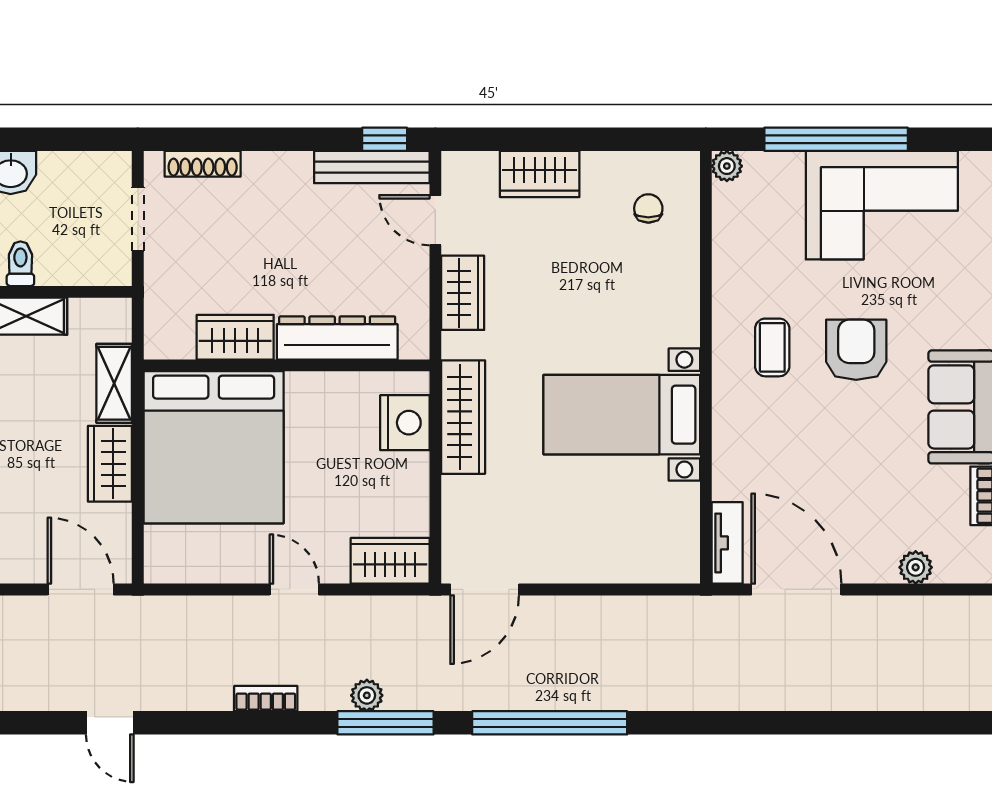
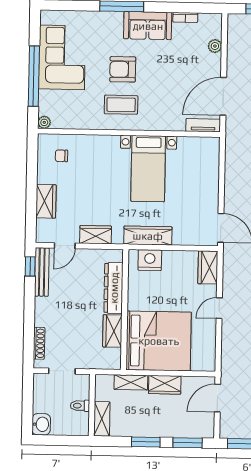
toilet: (20, 264) -> (80, 406), moved
coffee table: (772, 347) -> (121, 105), width x1.36, depth x1.30

